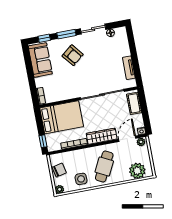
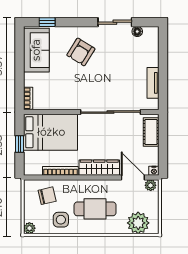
window: (66, 34) -> (78, 22), removed
armchair: (73, 55) -> (81, 52), turned 71
door: (127, 139) -> (133, 178), hinge flipped
window: (43, 141) -> (20, 144), moved
cafe table: (104, 166) -> (95, 209), turned 63
chair: (59, 170) -> (47, 196), moved

